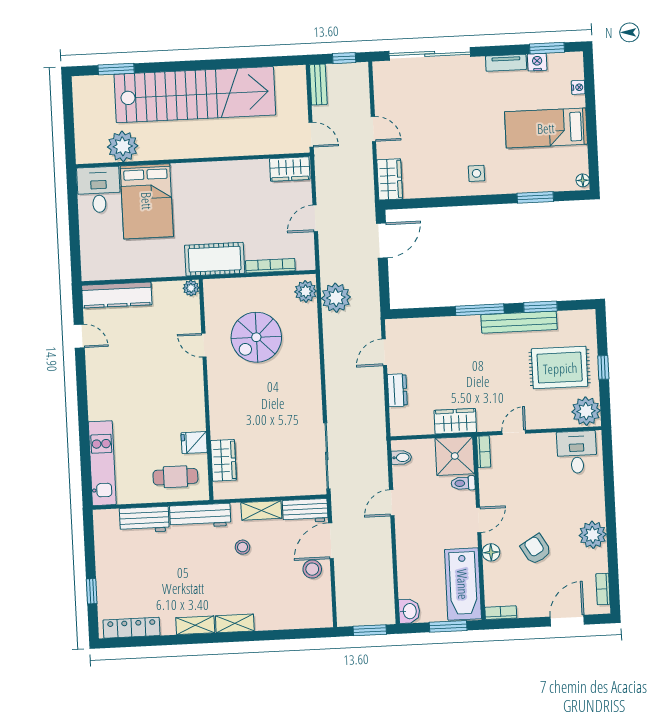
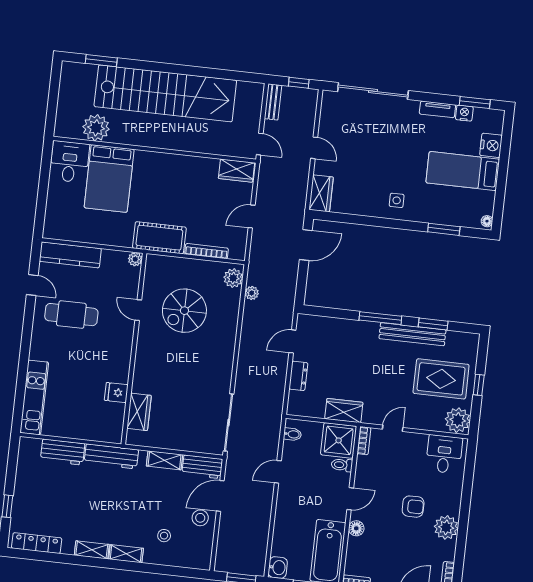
nightstand: (578, 87) -> (491, 145), width x1.89, depth x1.79
plant: (336, 298) -> (252, 293), width x0.53, depth x0.53
cafe table: (175, 477) -> (71, 315), moved, width x1.37, depth x1.35
stool: (243, 547) -> (164, 536), moved
armchair: (536, 549) -> (413, 507), moved, turned 121

